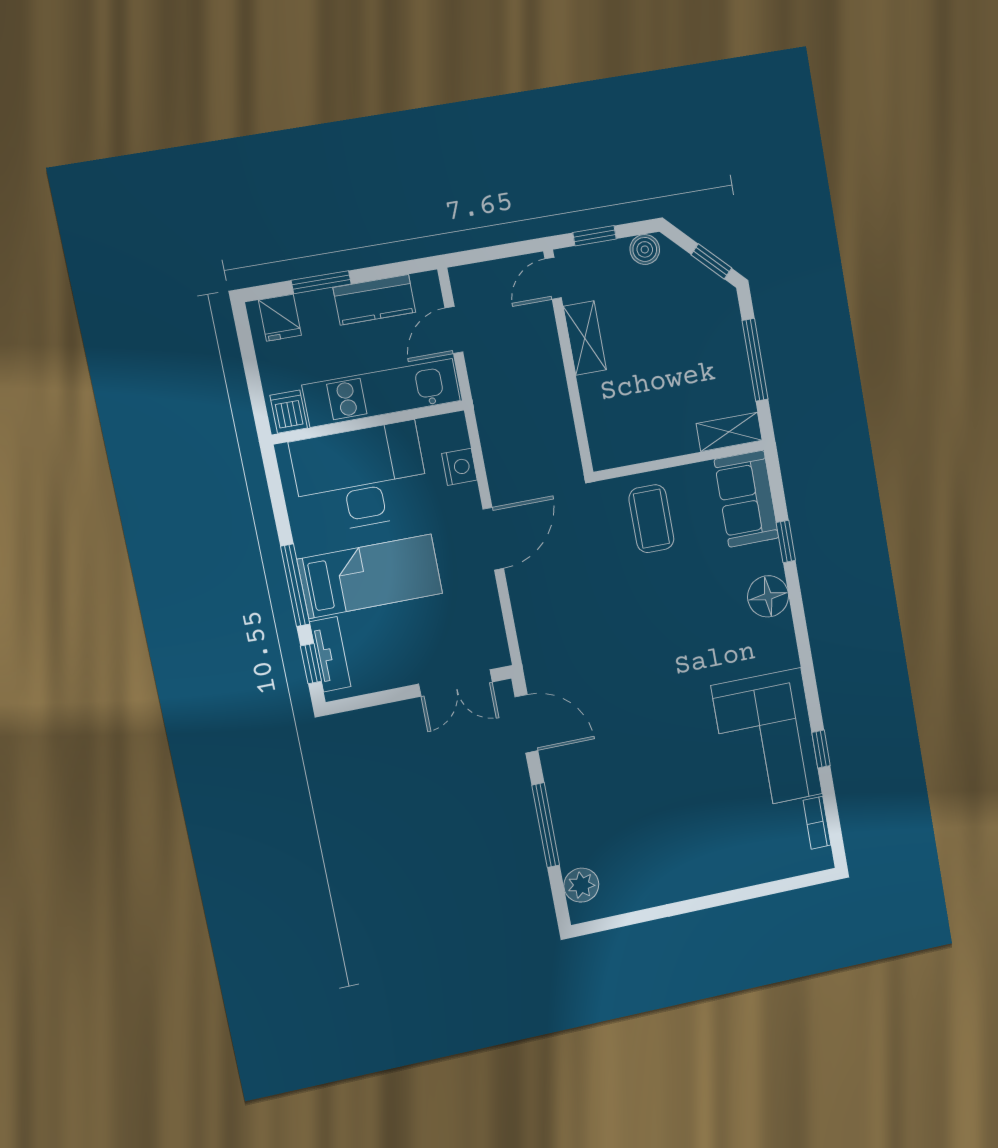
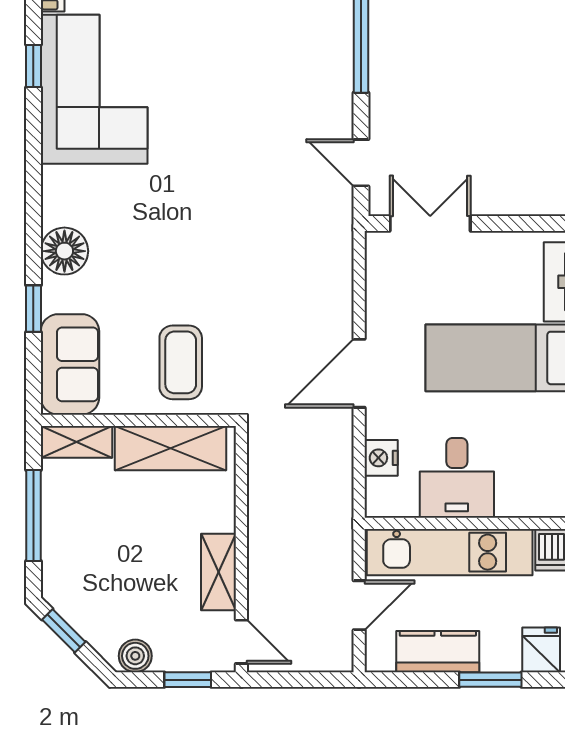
door: (553, 278) -> (241, 642), hinge flipped
shelving: (647, 441) -> (171, 448), added
desk: (361, 478) -> (457, 478), width x0.53, depth x0.77
door: (527, 724) -> (361, 163), width x0.73

